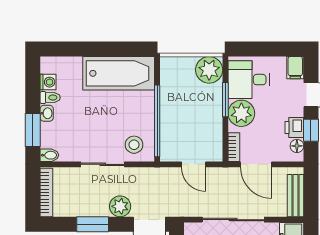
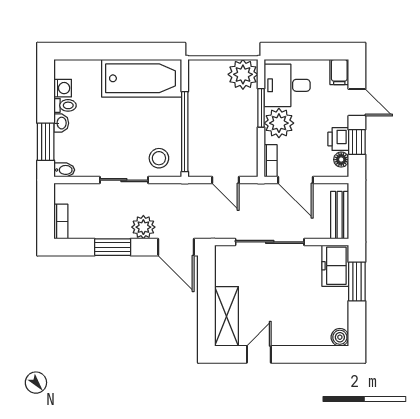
bookcase: (46, 193) -> (61, 221), width x0.64

